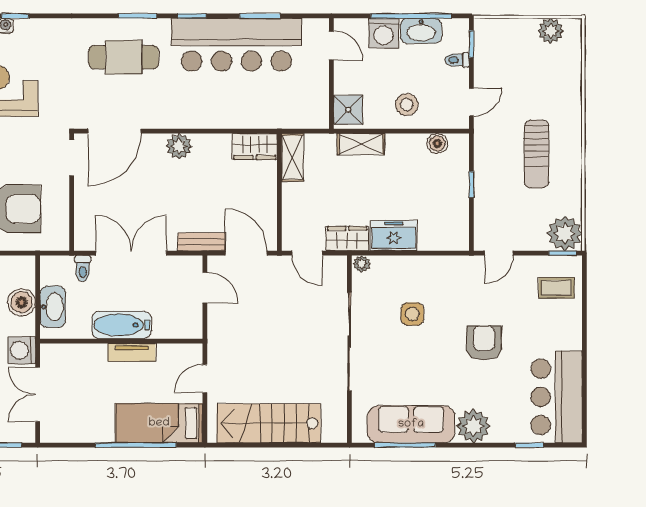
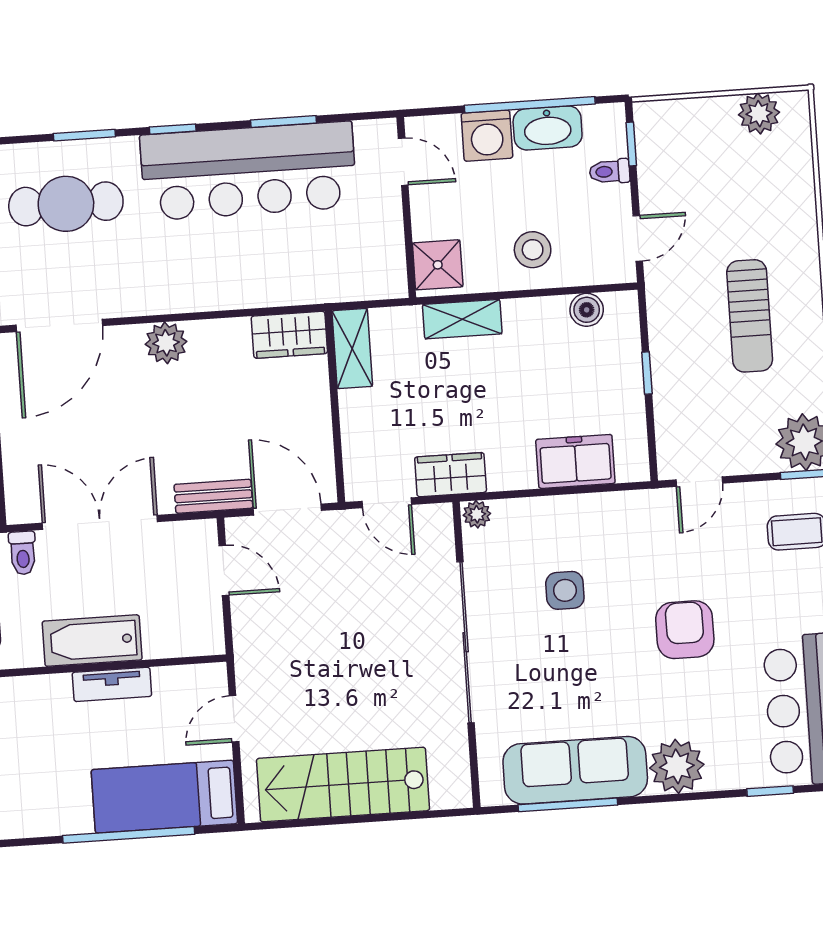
freezer: (394, 236) -> (575, 461), moved

